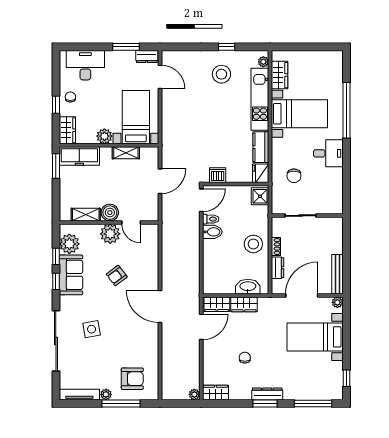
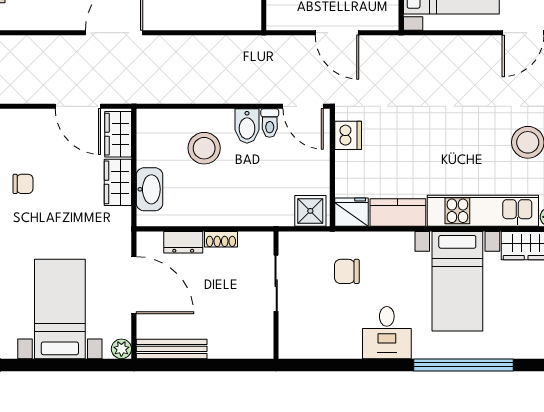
stool: (253, 244) -> (204, 148), moved

